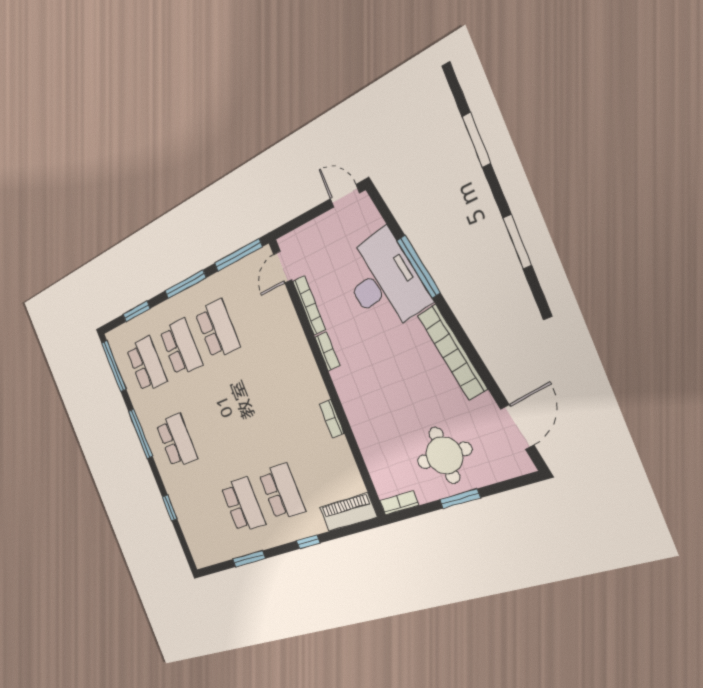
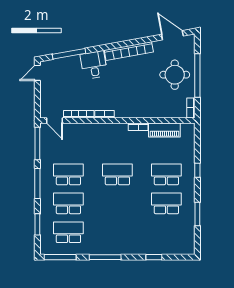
window: (419, 267) -> (69, 54), moved
desk: (384, 282) -> (94, 65), width x0.53, depth x0.77
school desk: (176, 441) -> (117, 174), moved
window: (460, 499) -> (197, 76), width x2.11
piano: (348, 512) -> (164, 130), moved, turned -90

